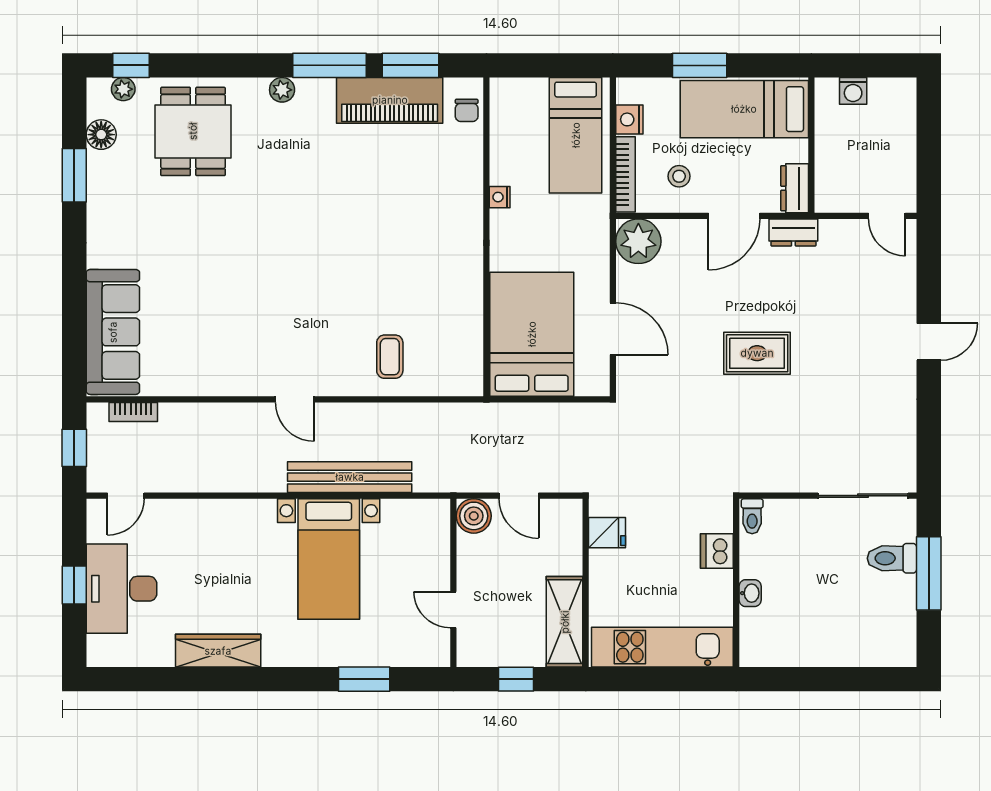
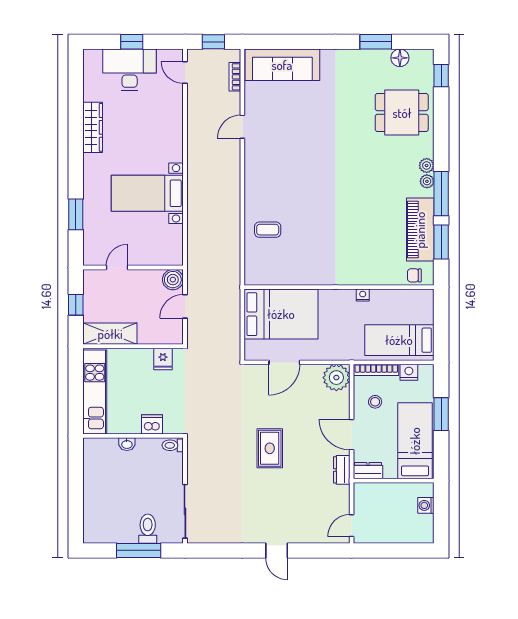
plant: (123, 89) -> (427, 181), moved
door: (295, 399) -> (242, 127), moved
bench: (350, 477) -> (196, 206), removed

